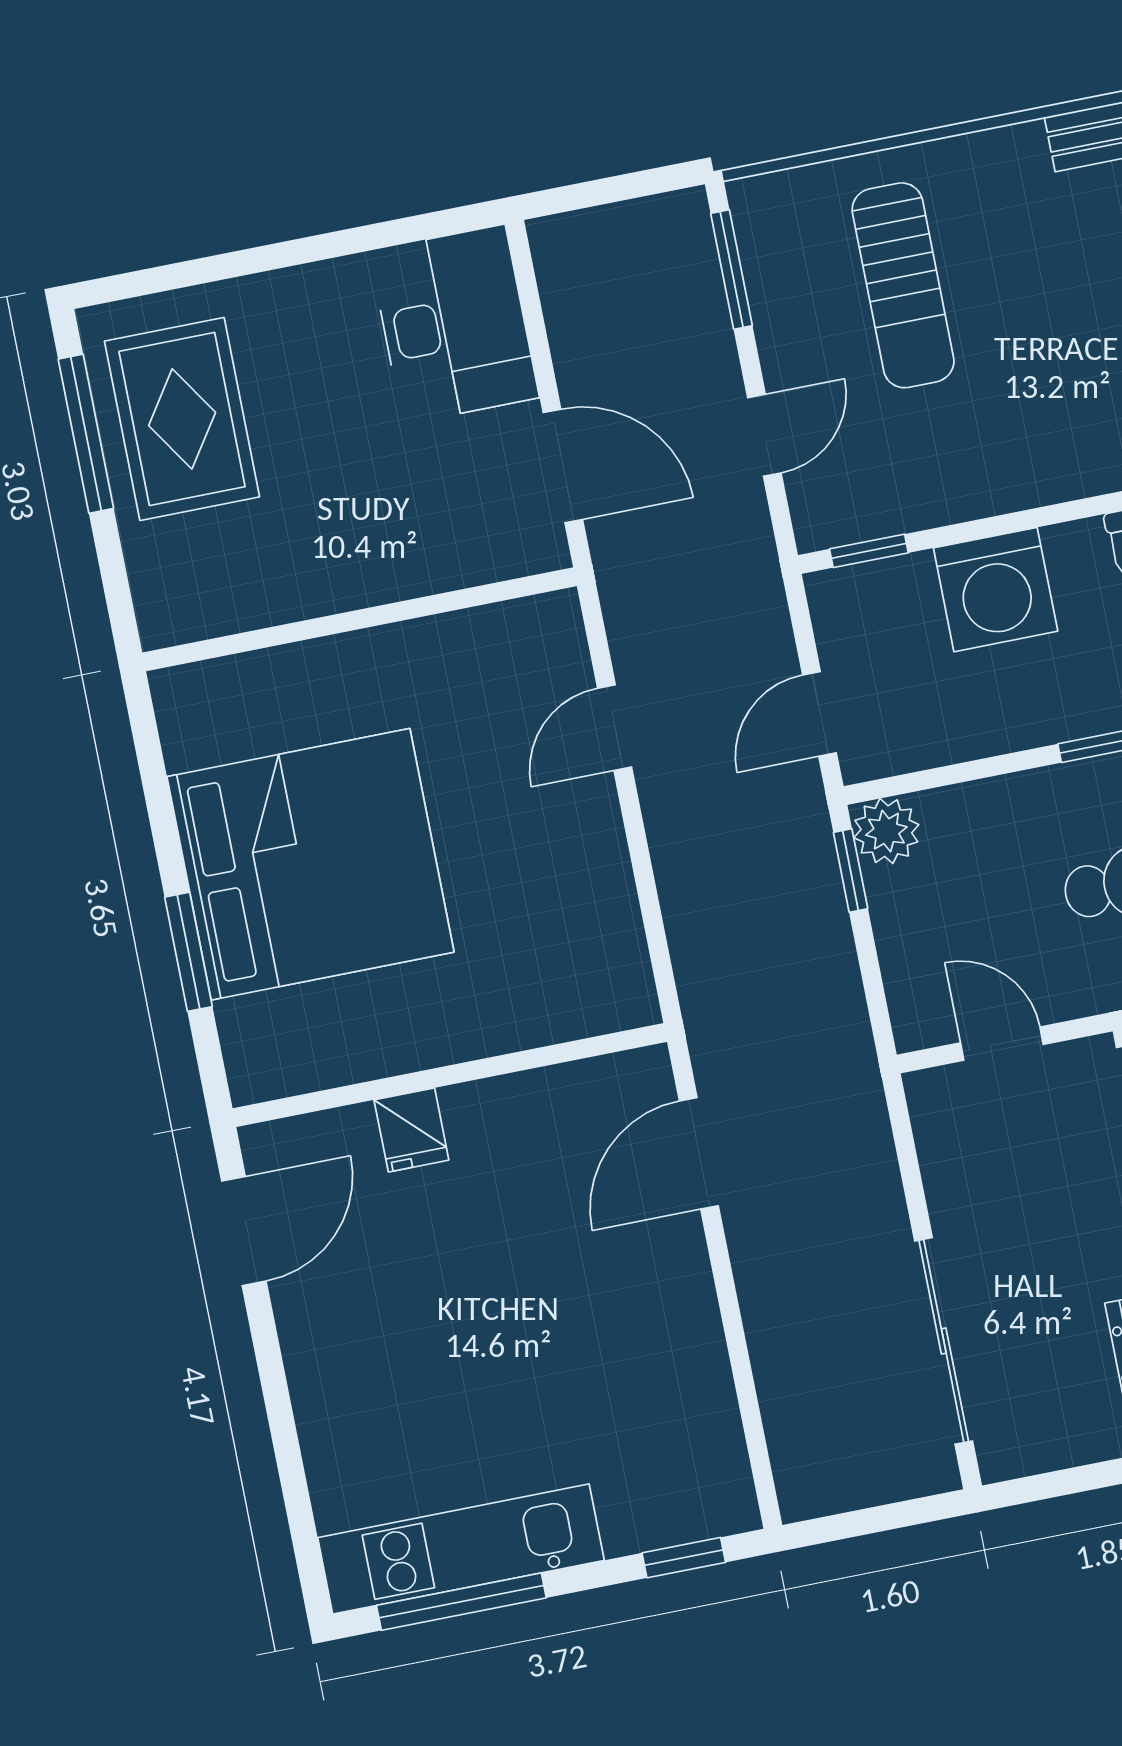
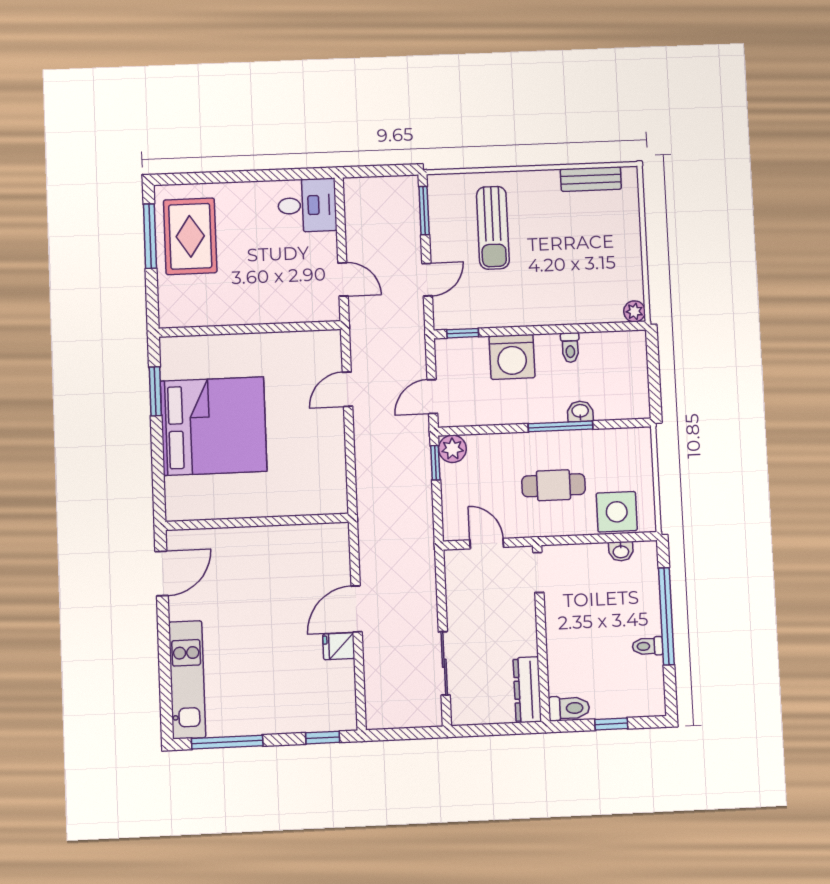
desk: (454, 324) -> (307, 205), width x0.73
door: (563, 466) -> (343, 279), width x0.73
window: (189, 952) -> (155, 391), moved
fridge: (411, 1130) -> (339, 646), moved, turned 90
door: (699, 1153) -> (357, 609), moved
sliding door: (944, 1341) -> (444, 663), width x0.73
kitchen unit: (461, 1549) -> (187, 680), moved, turned 90

